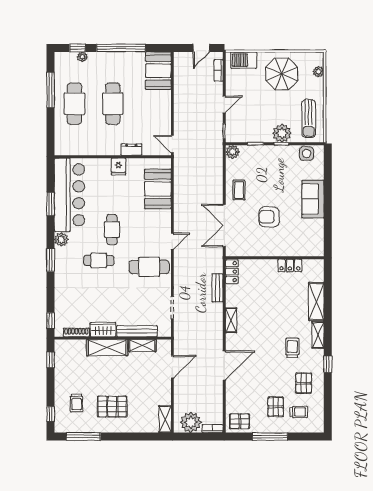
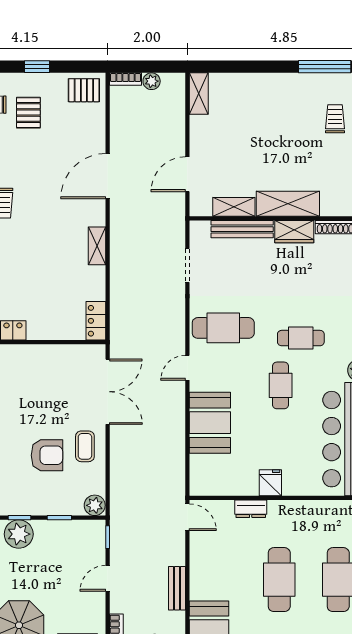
booth: (158, 189) -> (210, 423), moved
armchair: (269, 217) -> (47, 455), moved
bench: (218, 288) -> (177, 588), moved
pallet: (112, 407) -> (280, 113), removed
plant: (191, 422) -> (152, 81), width x0.53, depth x0.53
window: (270, 437) -> (37, 67), width x0.46

